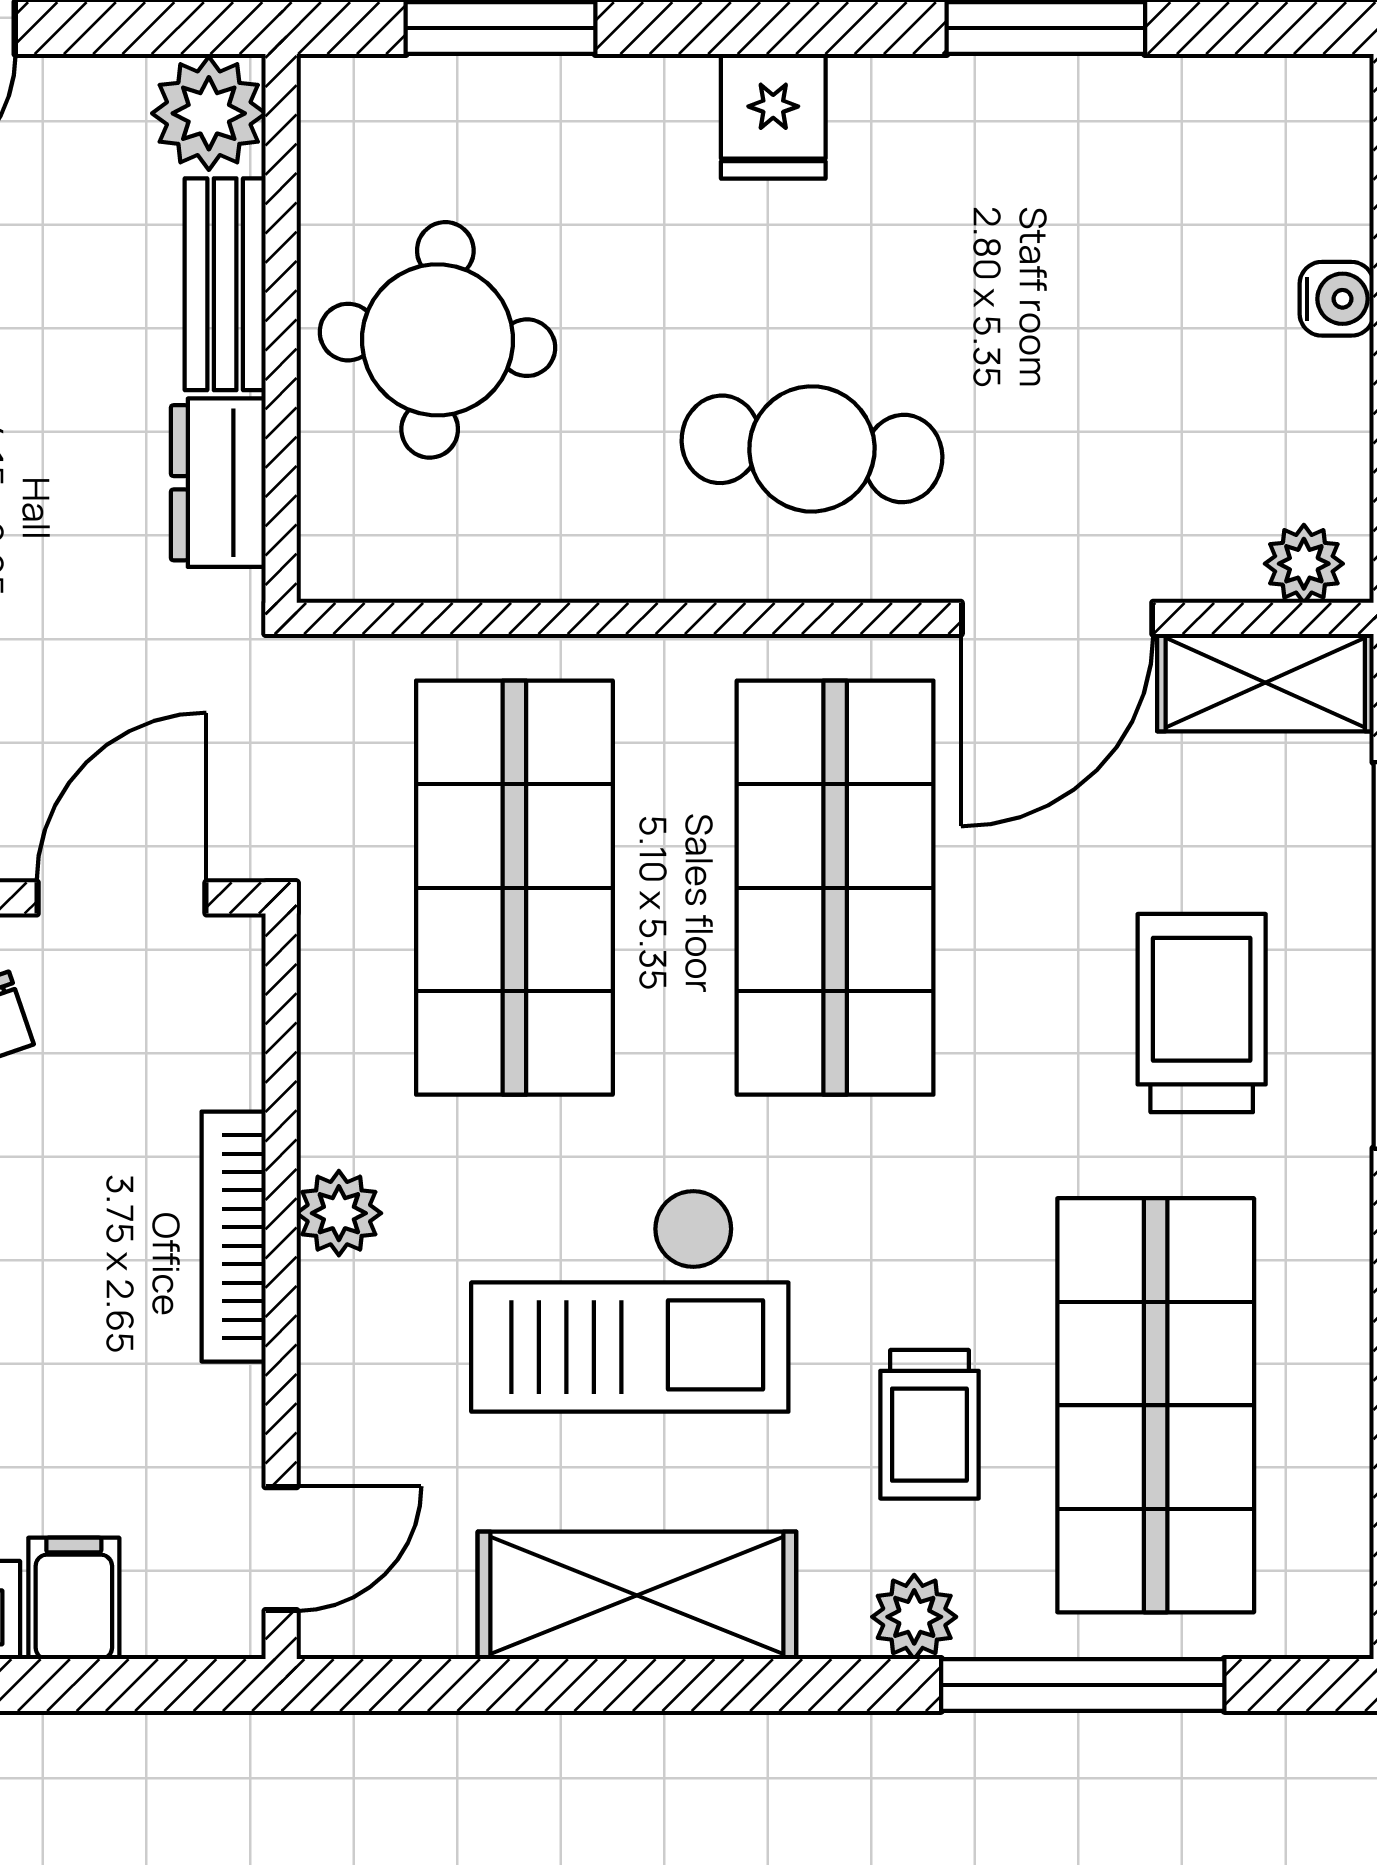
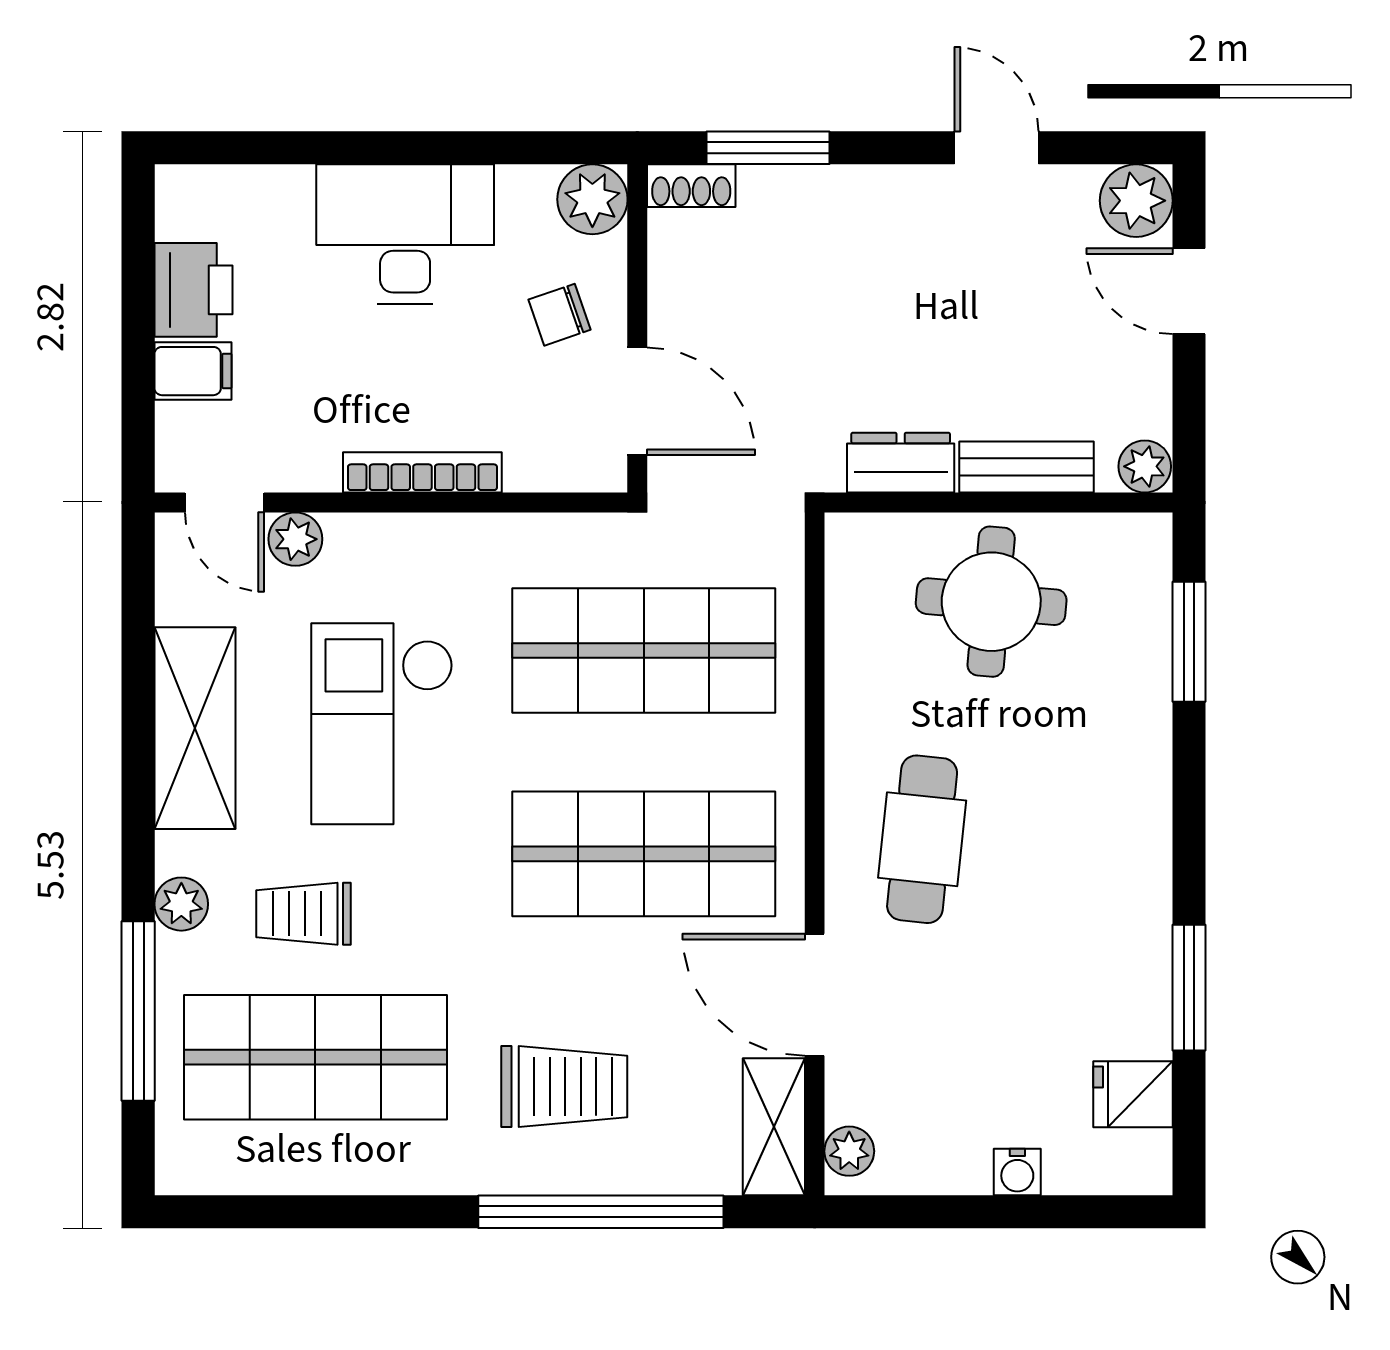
plant: (209, 113) -> (1145, 466), width x0.73, depth x0.73
fridge: (773, 116) -> (1133, 1094), moved
plant: (339, 1213) -> (295, 539), moved

